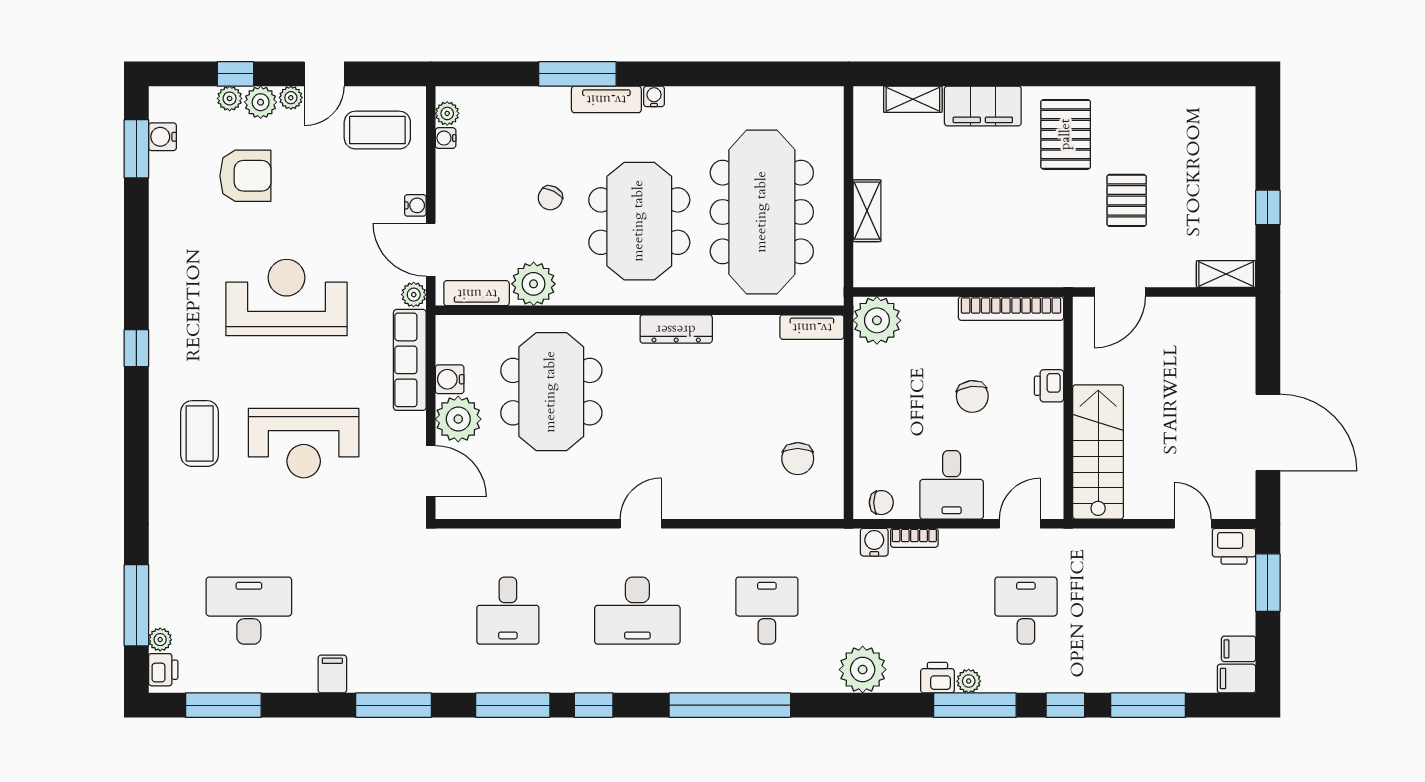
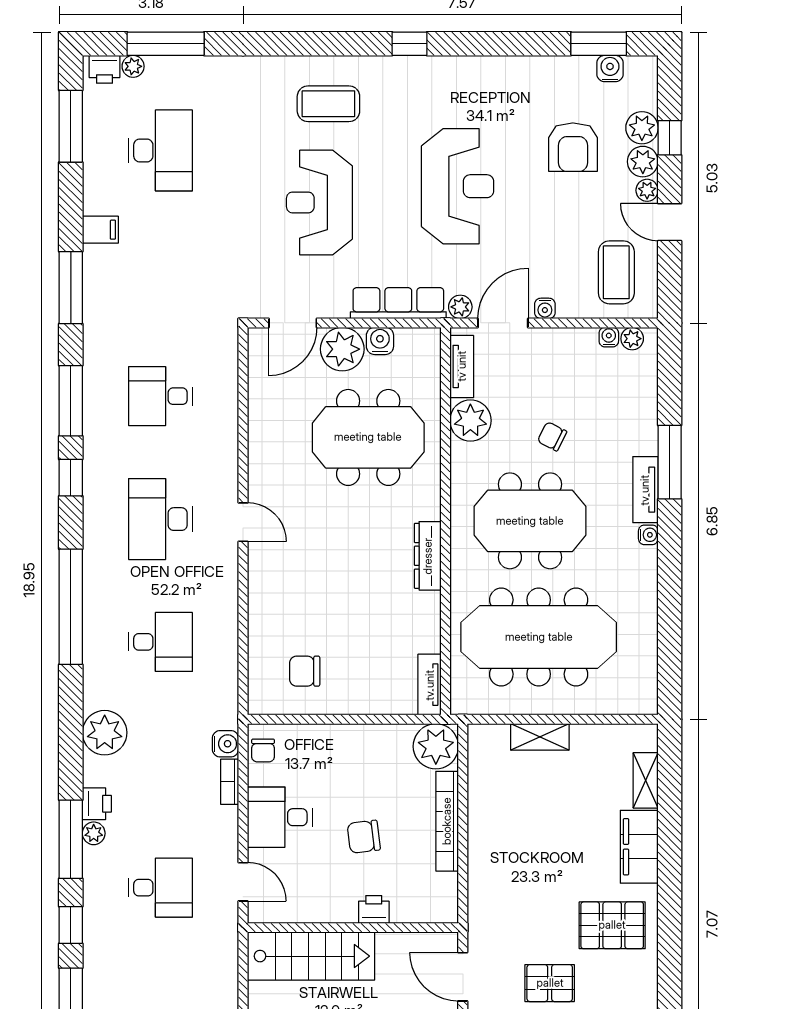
plant: (230, 98) -> (642, 128), width x1.38, depth x1.38
bookcase: (1011, 308) -> (447, 821), moved

